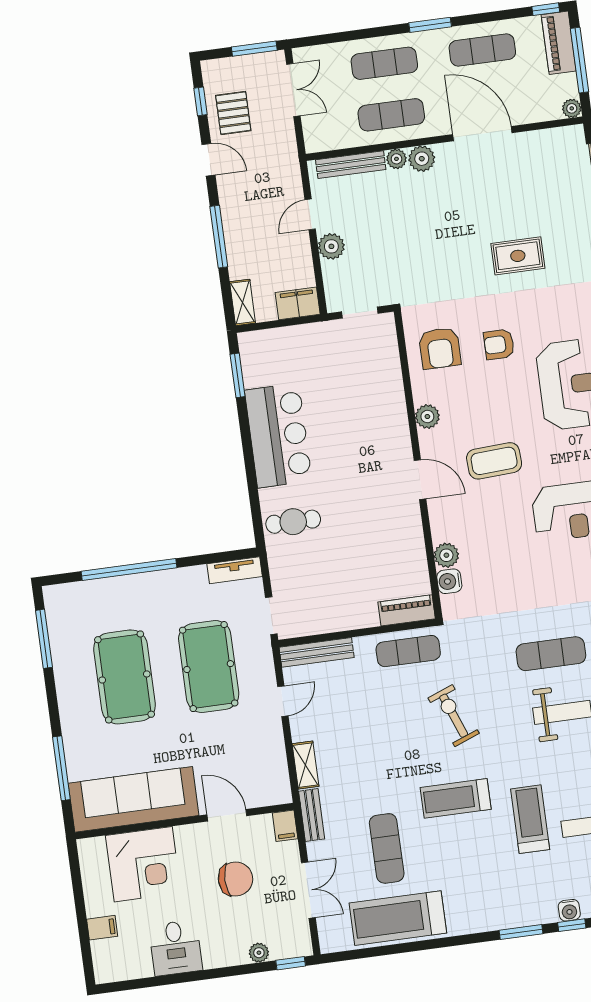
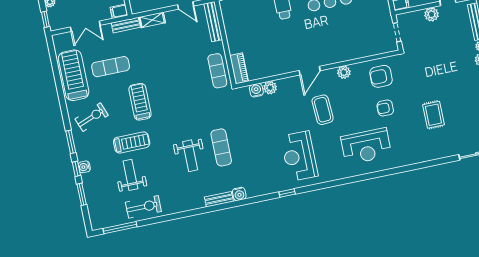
armchair: (499, 344) -> (385, 108), turned -90
exercise bike: (454, 716) -> (92, 117), moved

